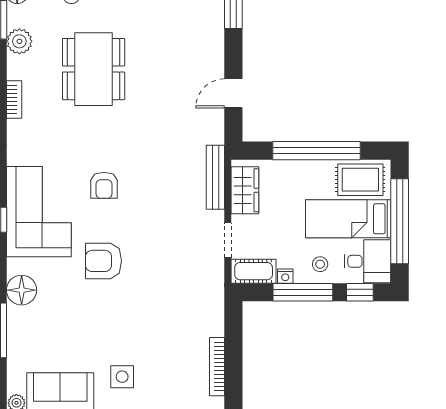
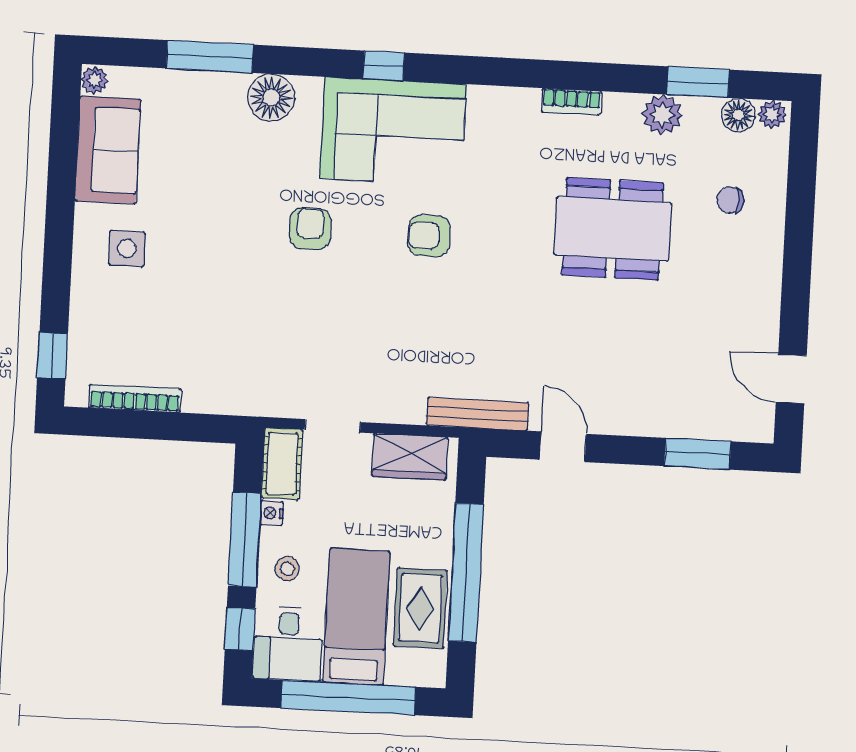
bench: (215, 177) -> (478, 414), moved
rug: (360, 180) -> (420, 608), moved
armchair: (103, 261) -> (310, 229), width x0.72, depth x0.72

